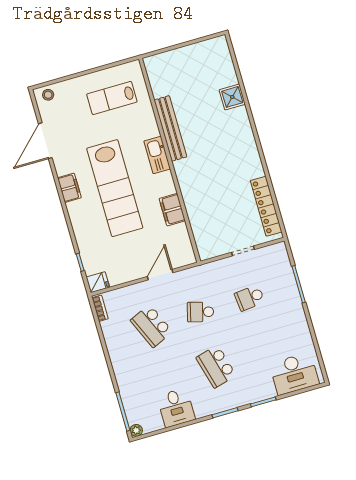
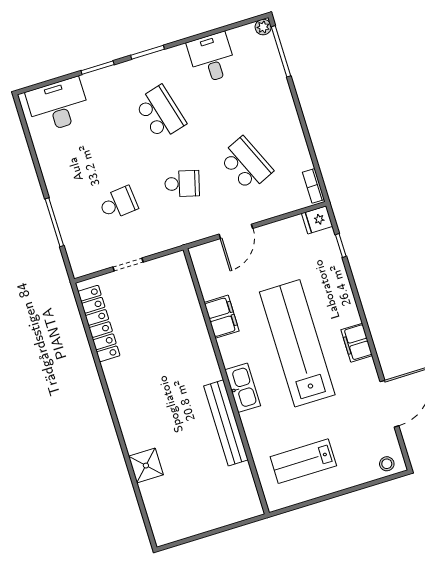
lab bench: (112, 98) -> (303, 461), turned 180

